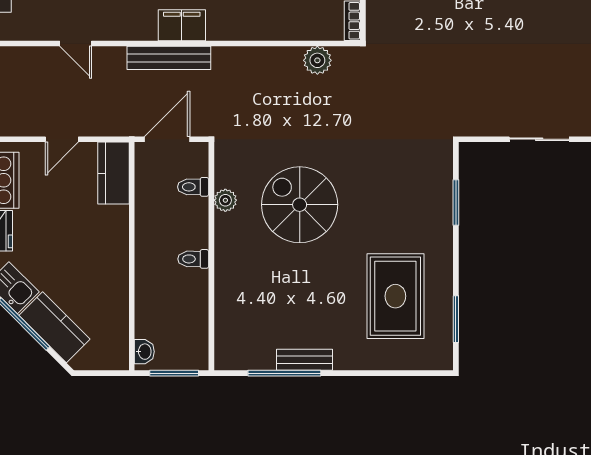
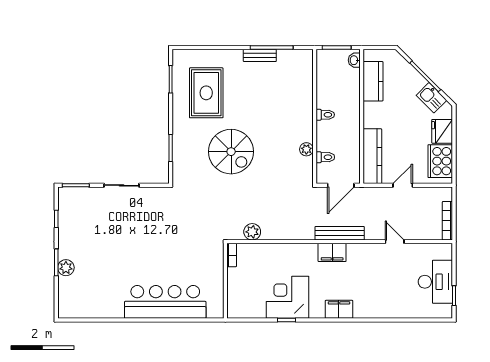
kitchen counter: (113, 173) -> (372, 156), width x1.50
spiral stairs: (300, 205) -> (231, 152), moved
kitchen counter: (54, 327) -> (373, 81), moved, turned -135

